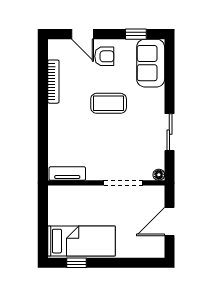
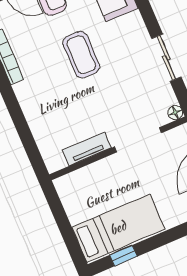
coffee table: (109, 103) -> (81, 55), turned 90
tv unit: (67, 174) -> (87, 149), moved

